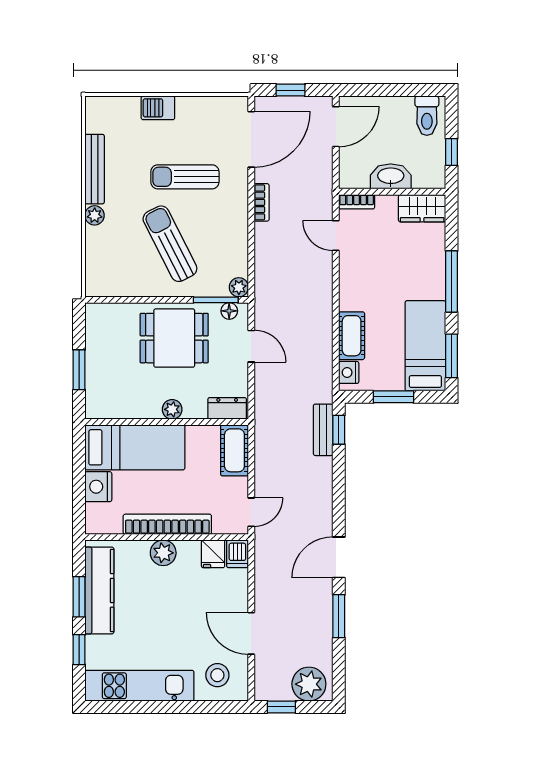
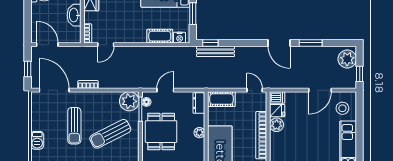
plant: (239, 287) -> (129, 101), width x1.87, depth x1.87
bench: (323, 430) -> (215, 51), width x1.36
plant: (163, 553) -> (277, 125), moved

